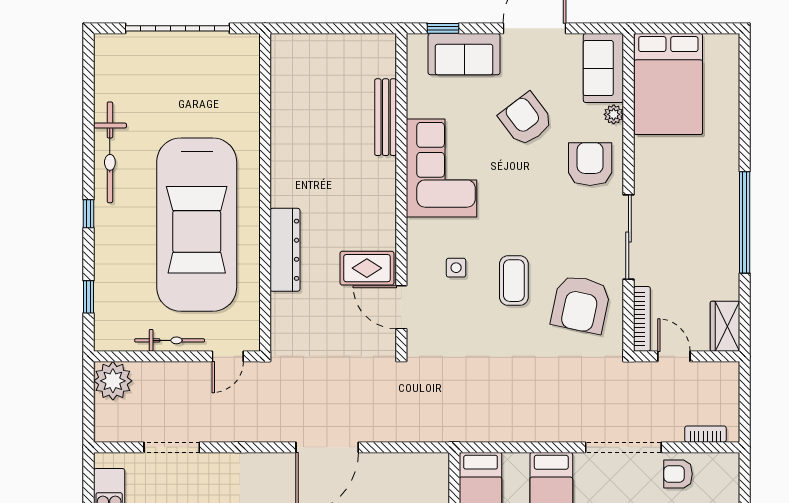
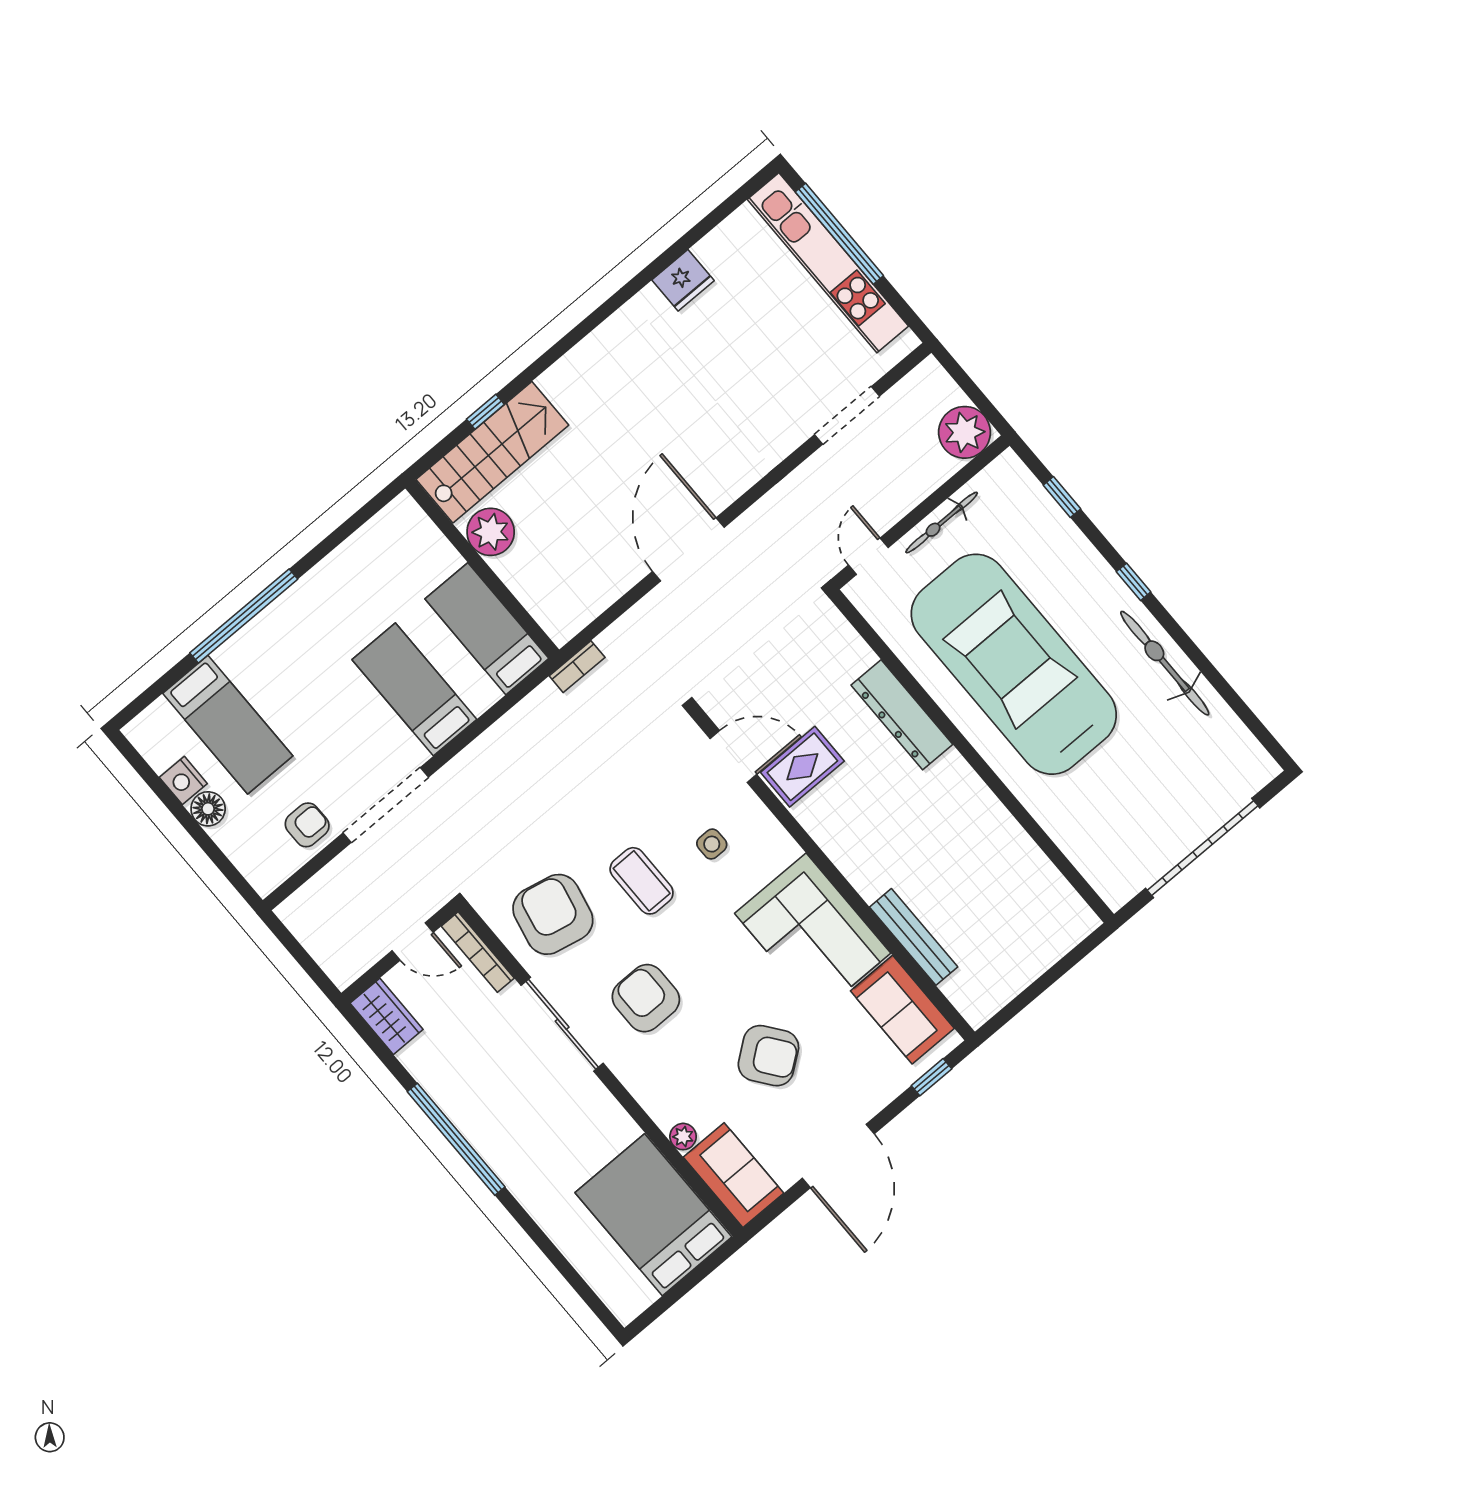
sofa: (464, 54) -> (902, 1010), moved, turned -90
armchair: (590, 164) -> (646, 998), moved, turned 180
bookcase: (705, 434) -> (577, 667), moved

